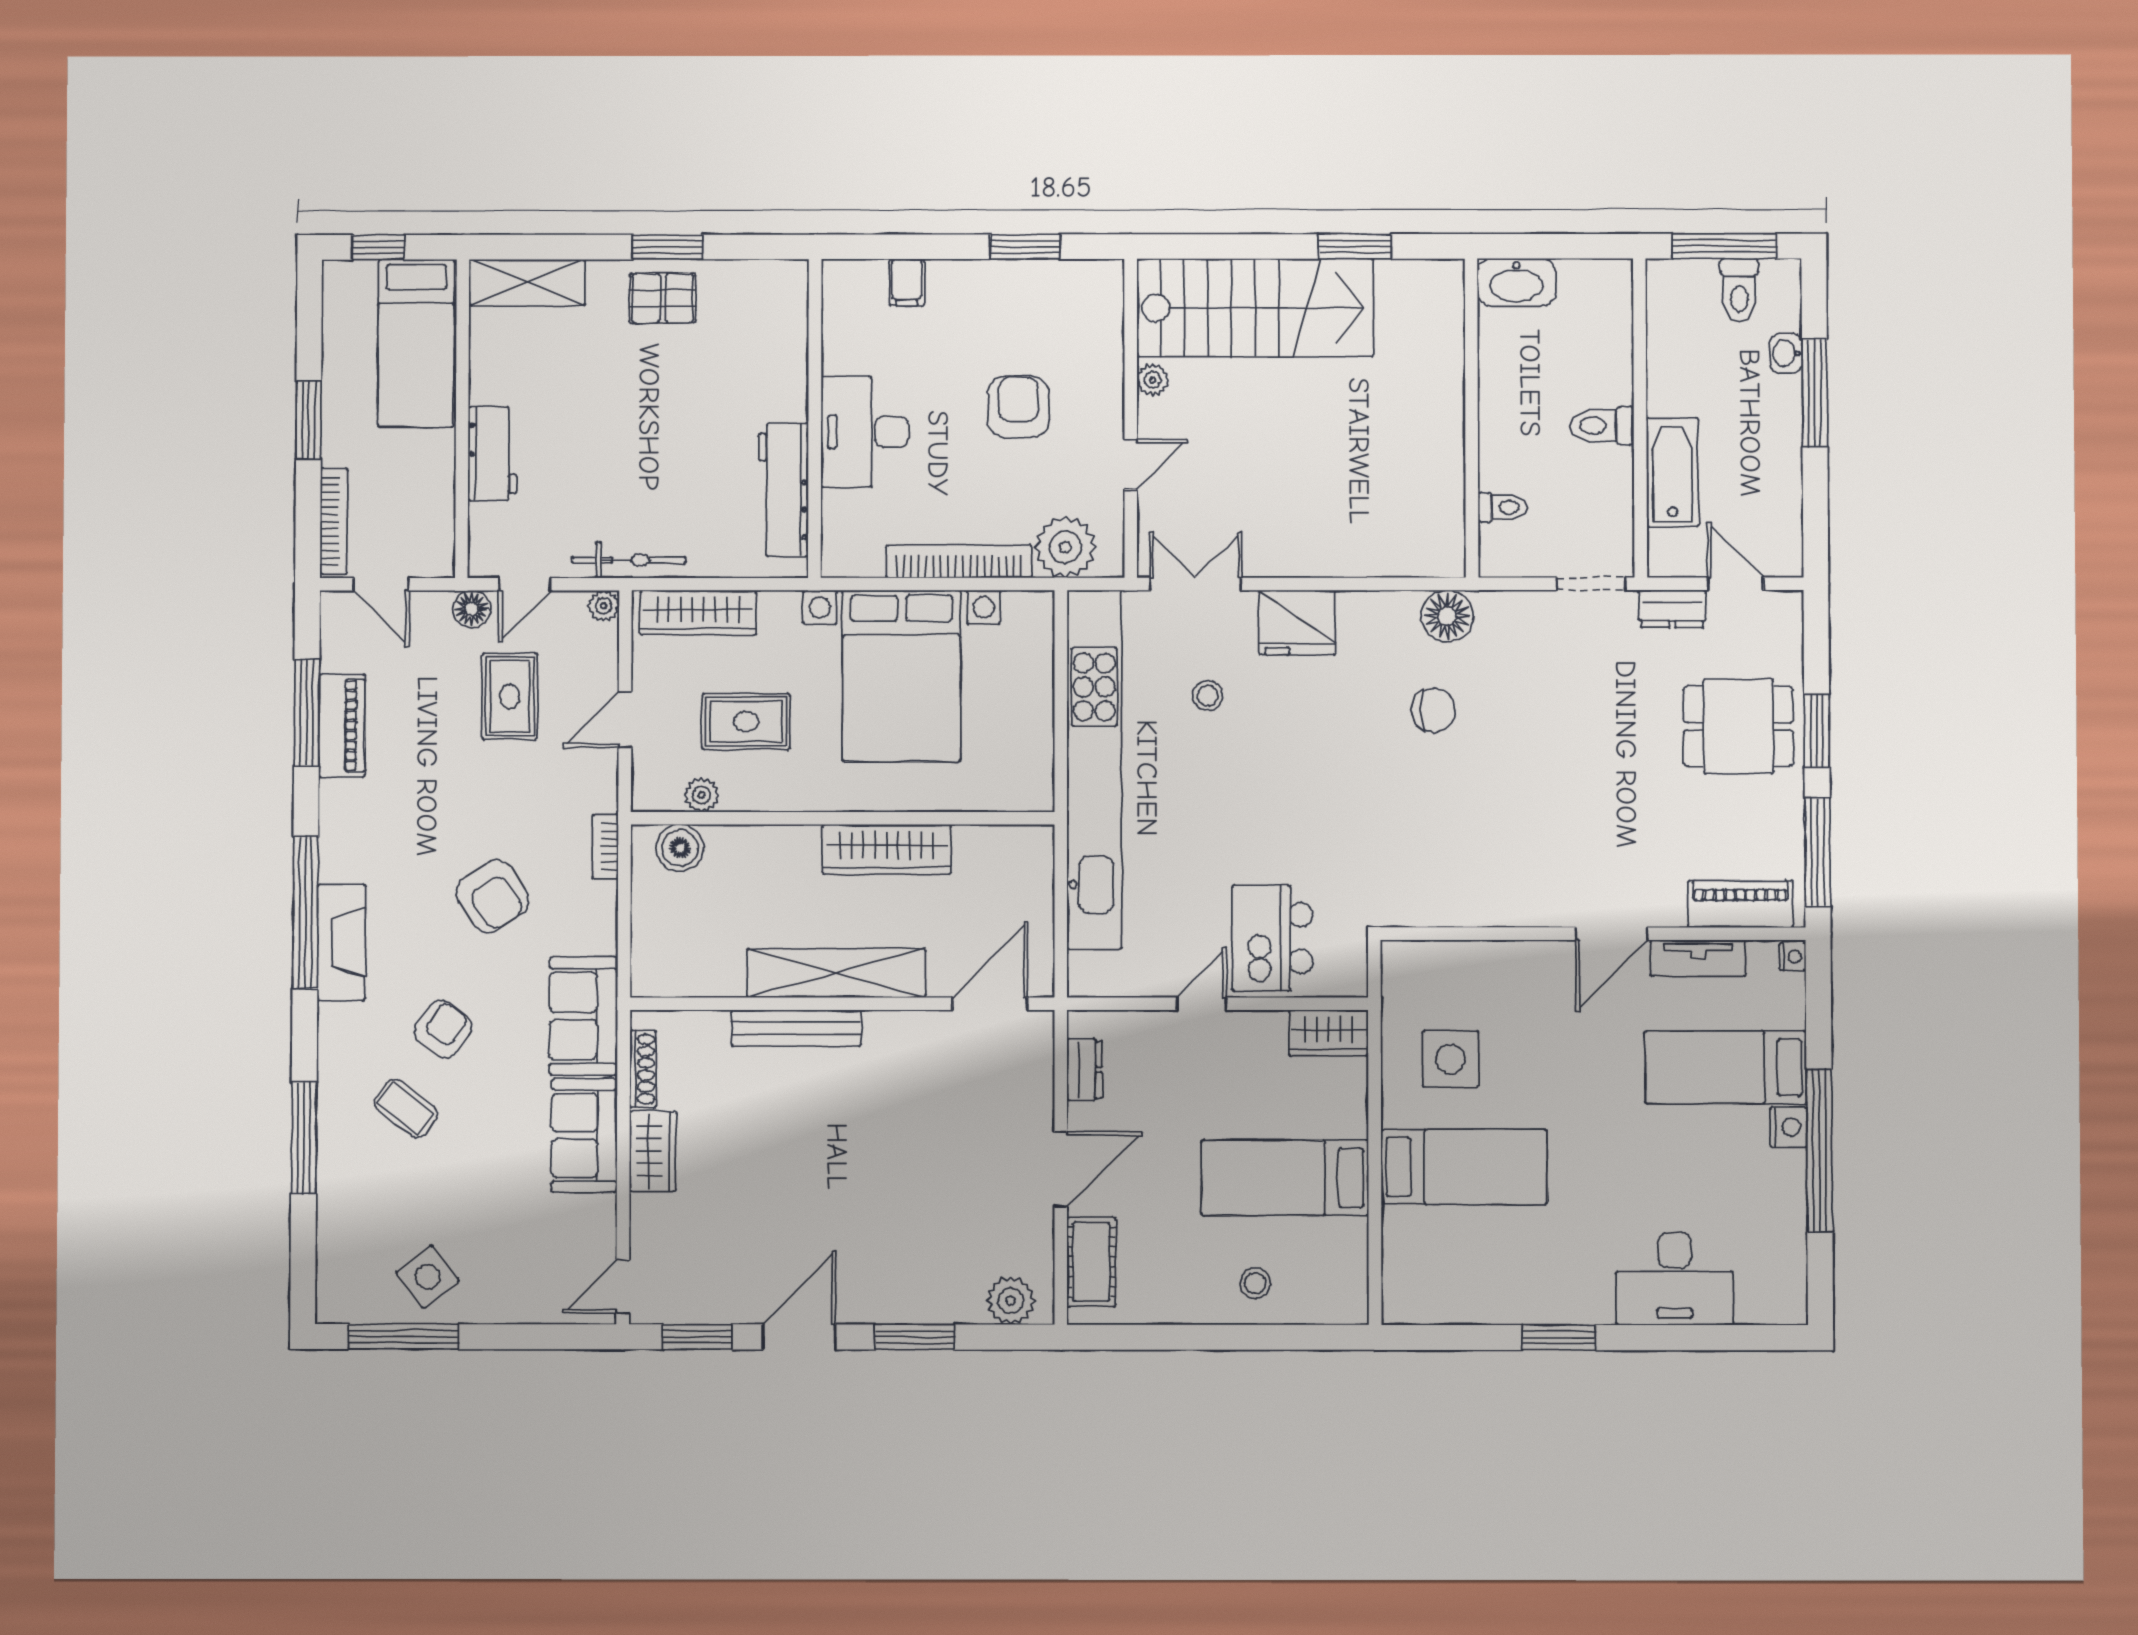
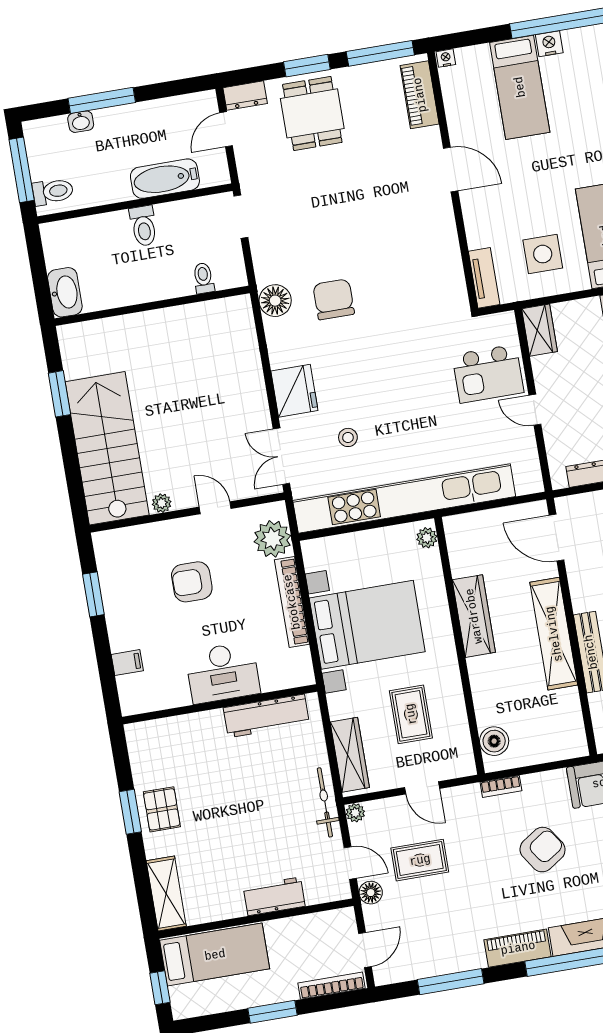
toilet: (1739, 290) -> (53, 192), moved
dresser: (1672, 609) -> (245, 96), moved, turned 90
chair: (1434, 710) -> (334, 299), width x1.37, depth x1.37
piano: (342, 725) -> (518, 948), moved
plant: (701, 795) -> (427, 538), moved
tv unit: (1698, 958) -> (484, 278), moved

